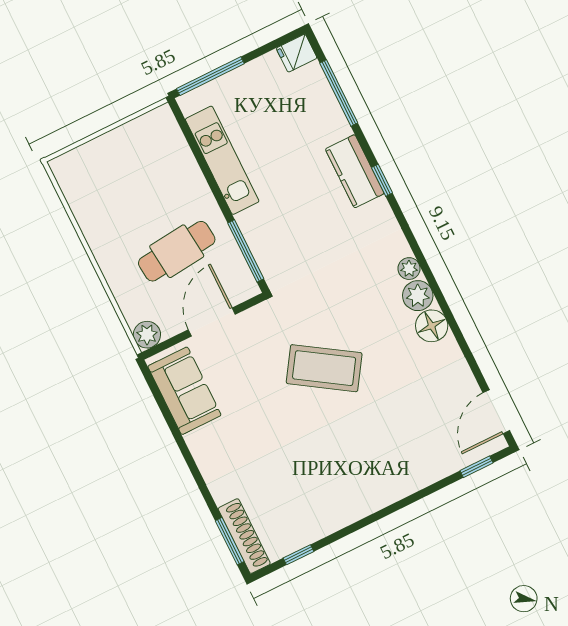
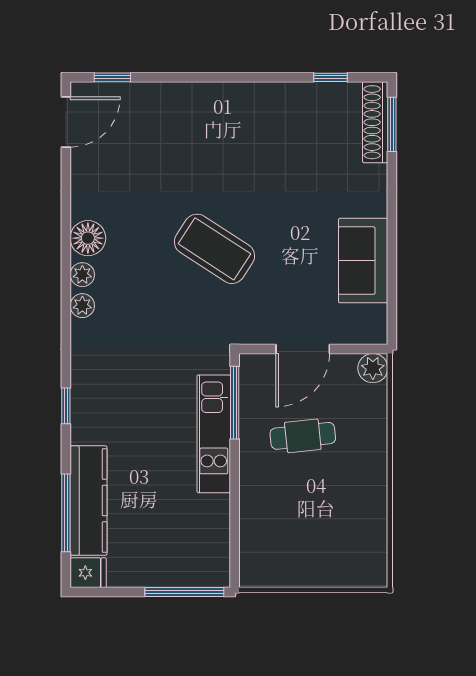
kitchen unit: (222, 160) -> (214, 434), moved
kitchen counter: (355, 171) -> (89, 501), moved, width x1.50
cafe table: (177, 251) -> (303, 436), width x0.73, depth x0.74
plant: (418, 296) -> (82, 275), width x0.73, depth x0.73
sofa: (184, 391) -> (363, 261), moved

